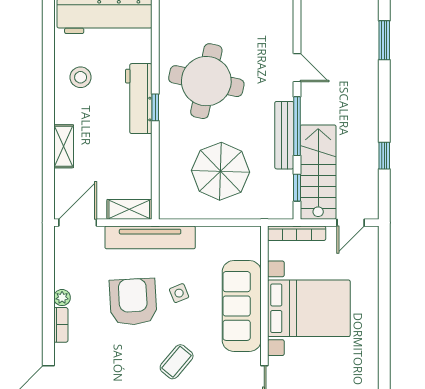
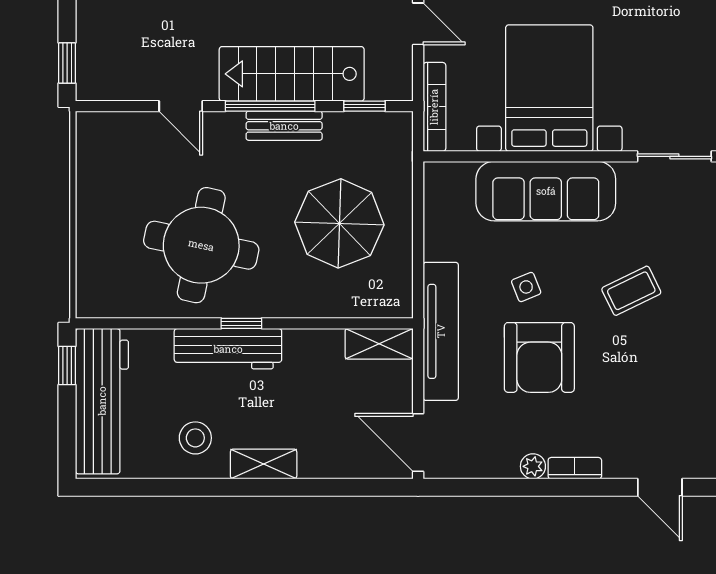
door: (297, 68) -> (181, 106), swing flipped
bench: (284, 135) -> (284, 126), width x0.73
shelving: (64, 146) -> (264, 464), moved
stairs: (318, 172) -> (292, 74), moved
shelving: (129, 209) -> (379, 344), moved, turned 90
armchair: (133, 302) -> (539, 357), turned -87
coffee table: (177, 362) -> (631, 291), turned -66

